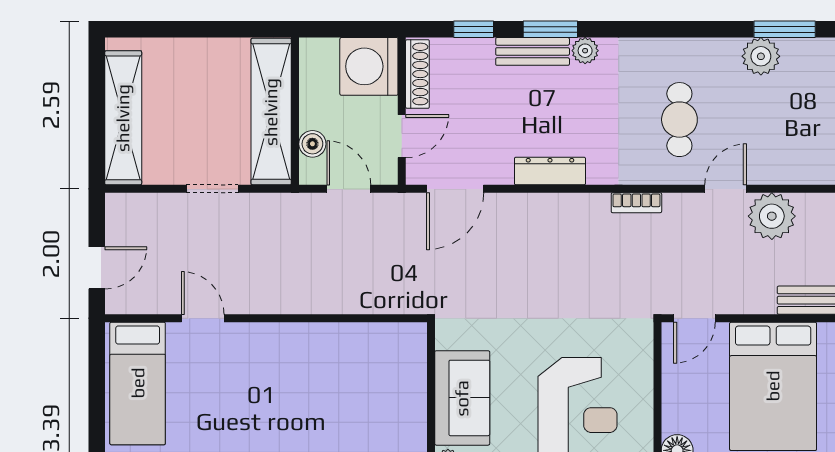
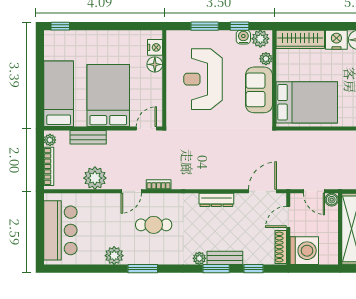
window: (785, 29) -> (143, 269), moved
cafe table: (679, 120) -> (154, 225), turned 90
boiler: (312, 144) -> (332, 200), moved
bookcase: (636, 203) -> (159, 185), moved
plant: (772, 216) -> (95, 178), moved
bed: (364, 372) -> (307, 102), added

